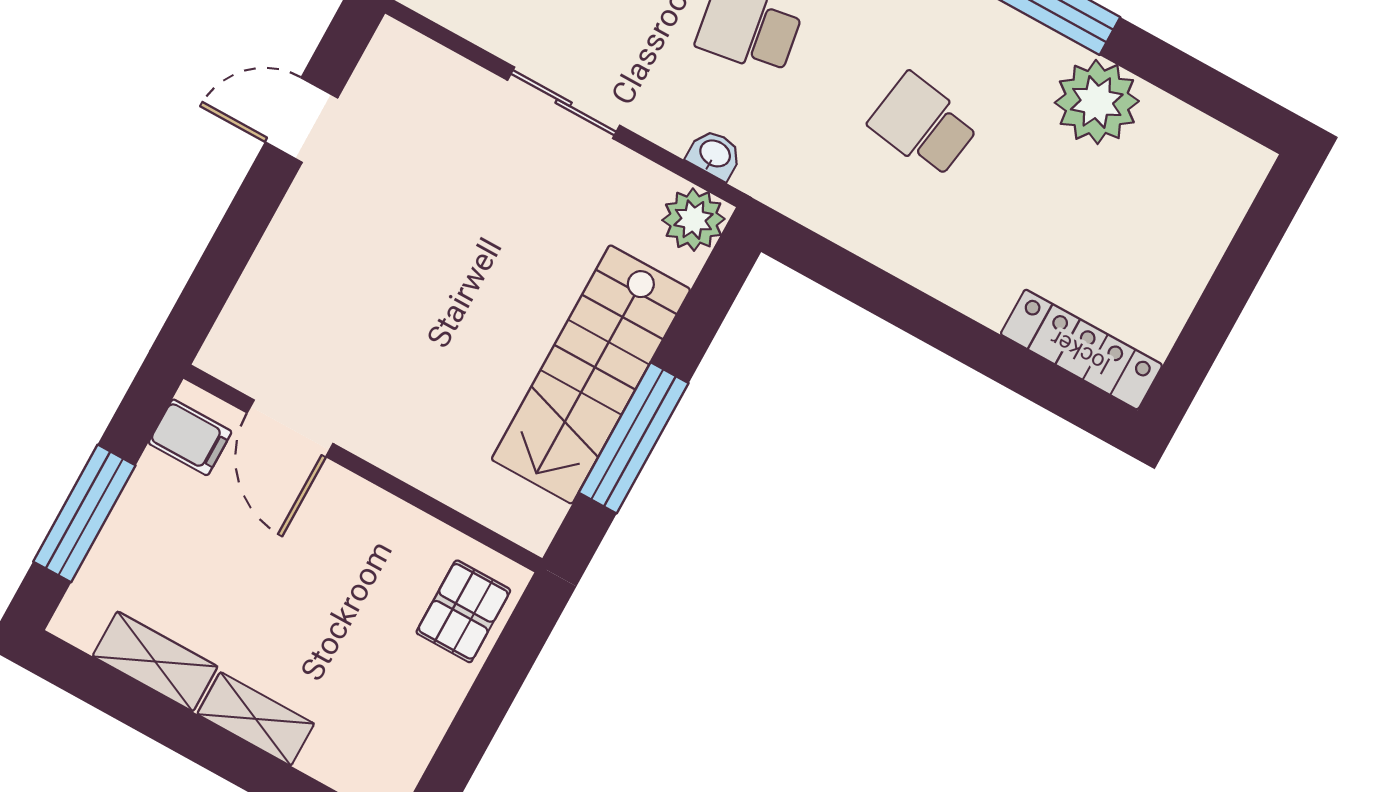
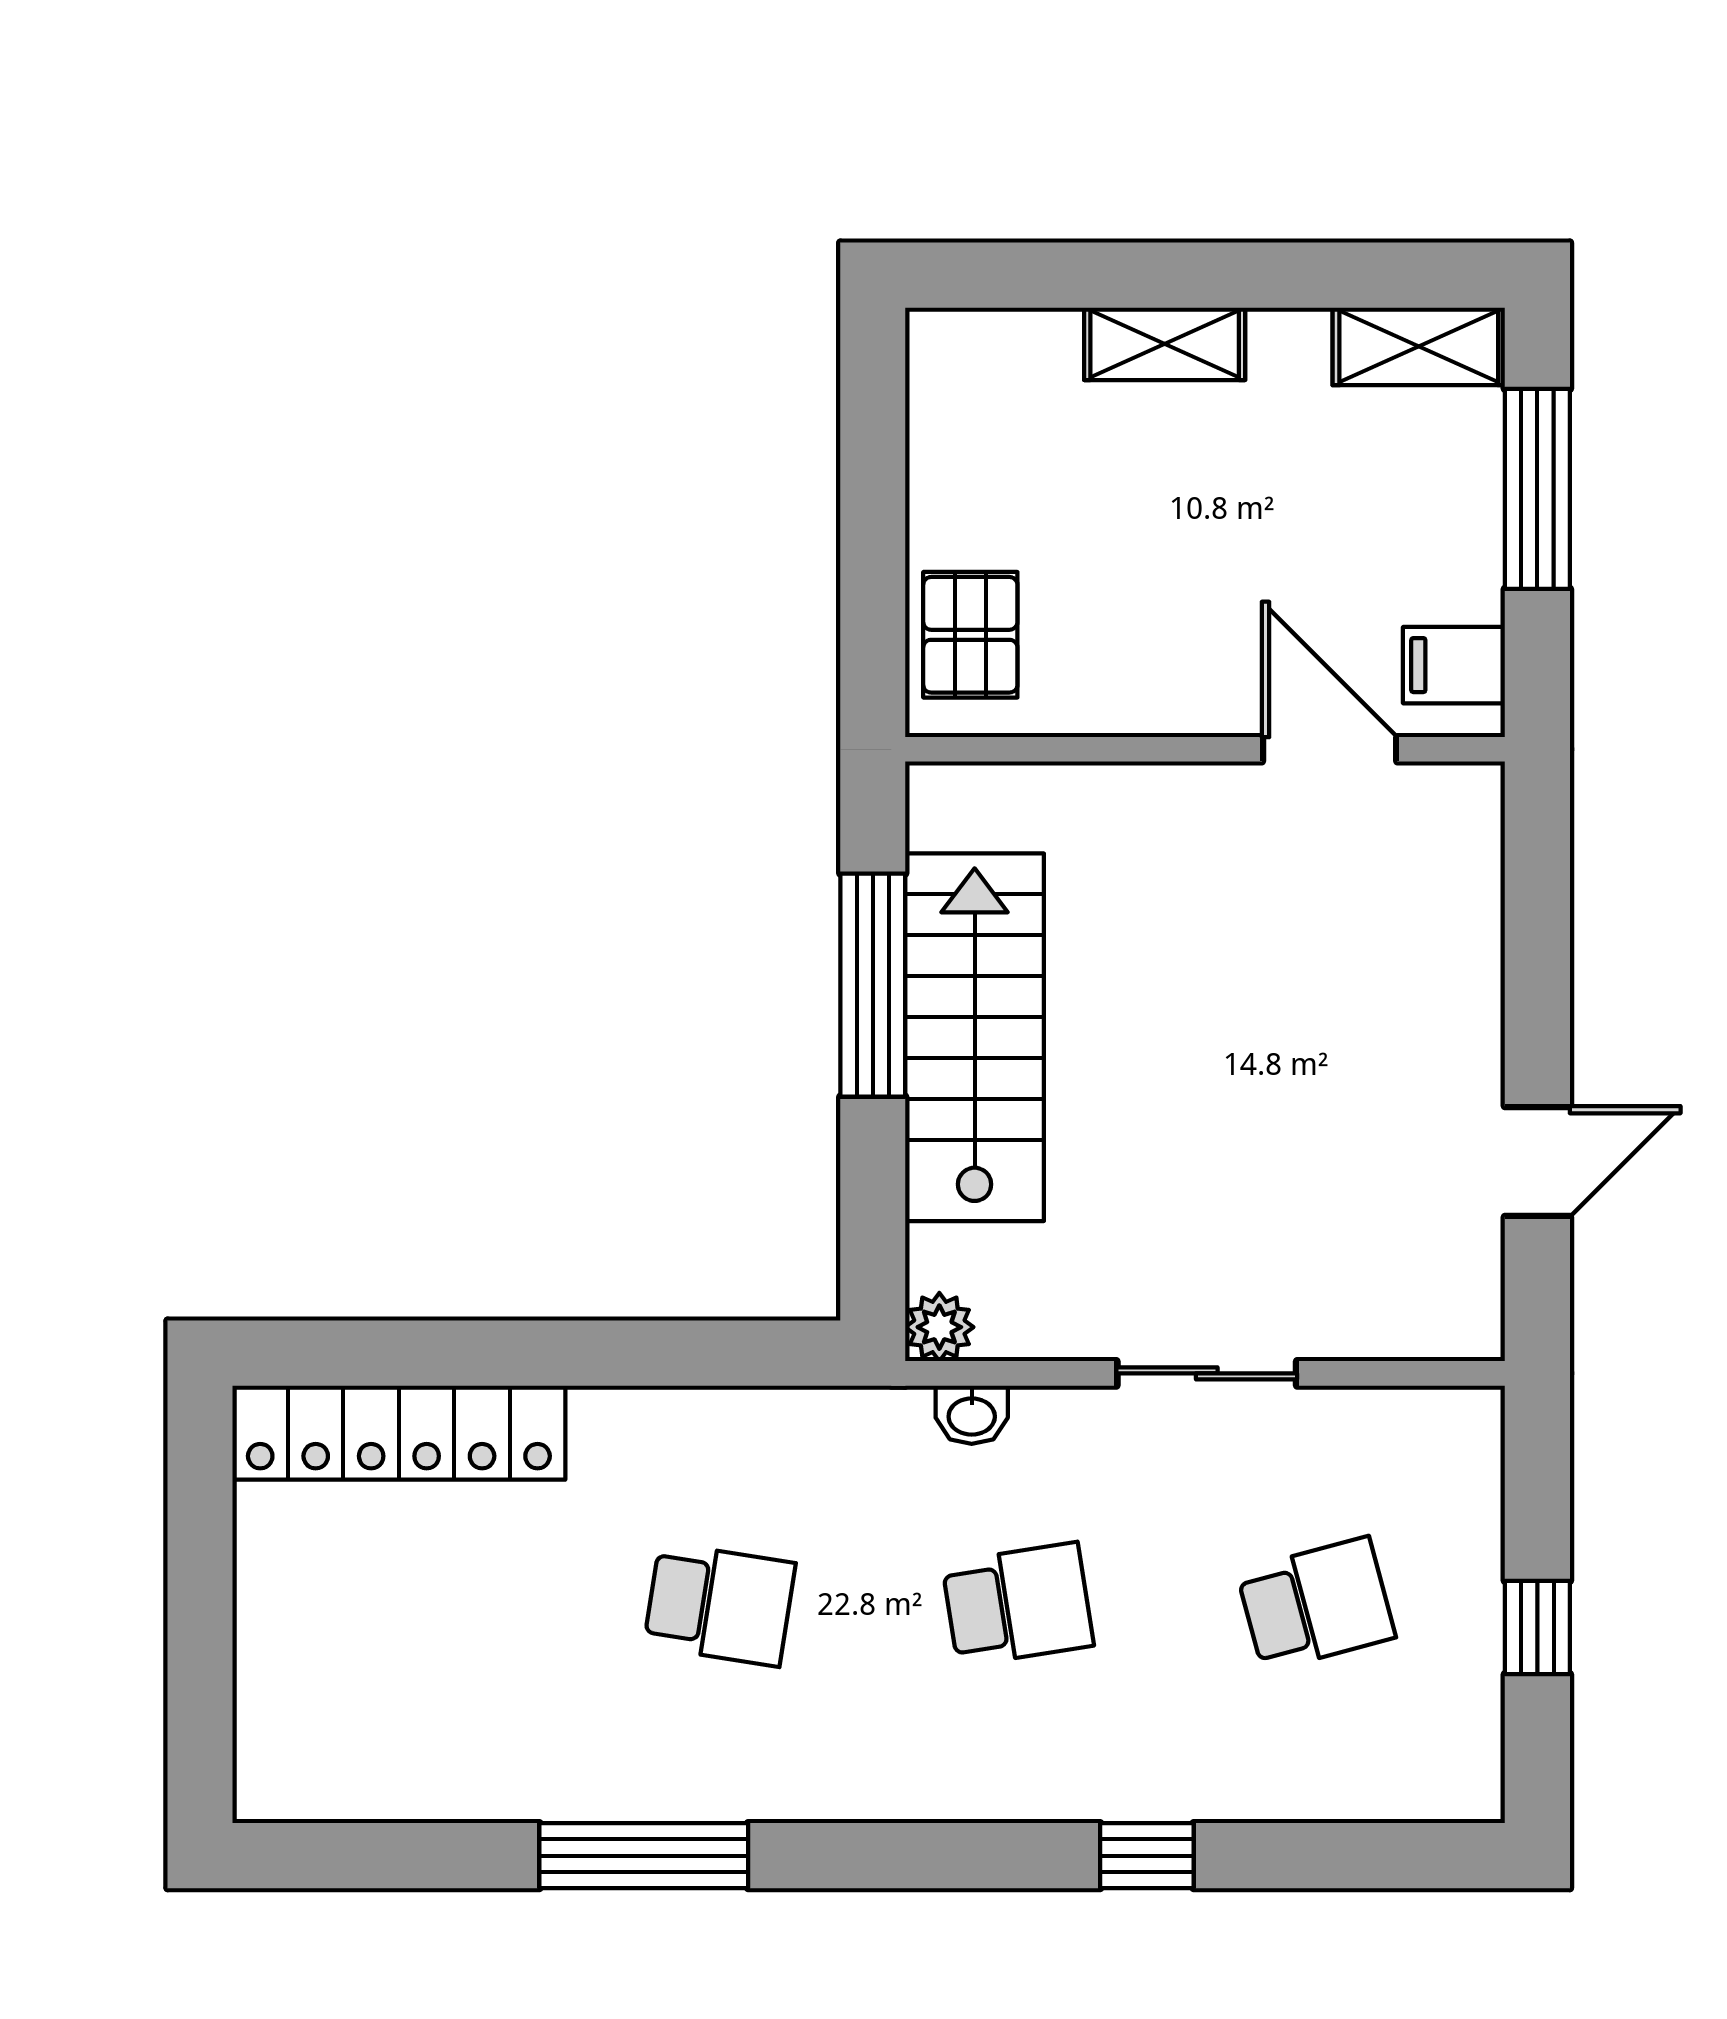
plant: (1097, 102) -> (509, 1760), removed
plant: (693, 220) -> (939, 1327), width x0.73, depth x0.73
locker: (1081, 350) -> (399, 1433), width x1.41, depth x1.21
shelving: (155, 661) -> (1419, 346), moved

